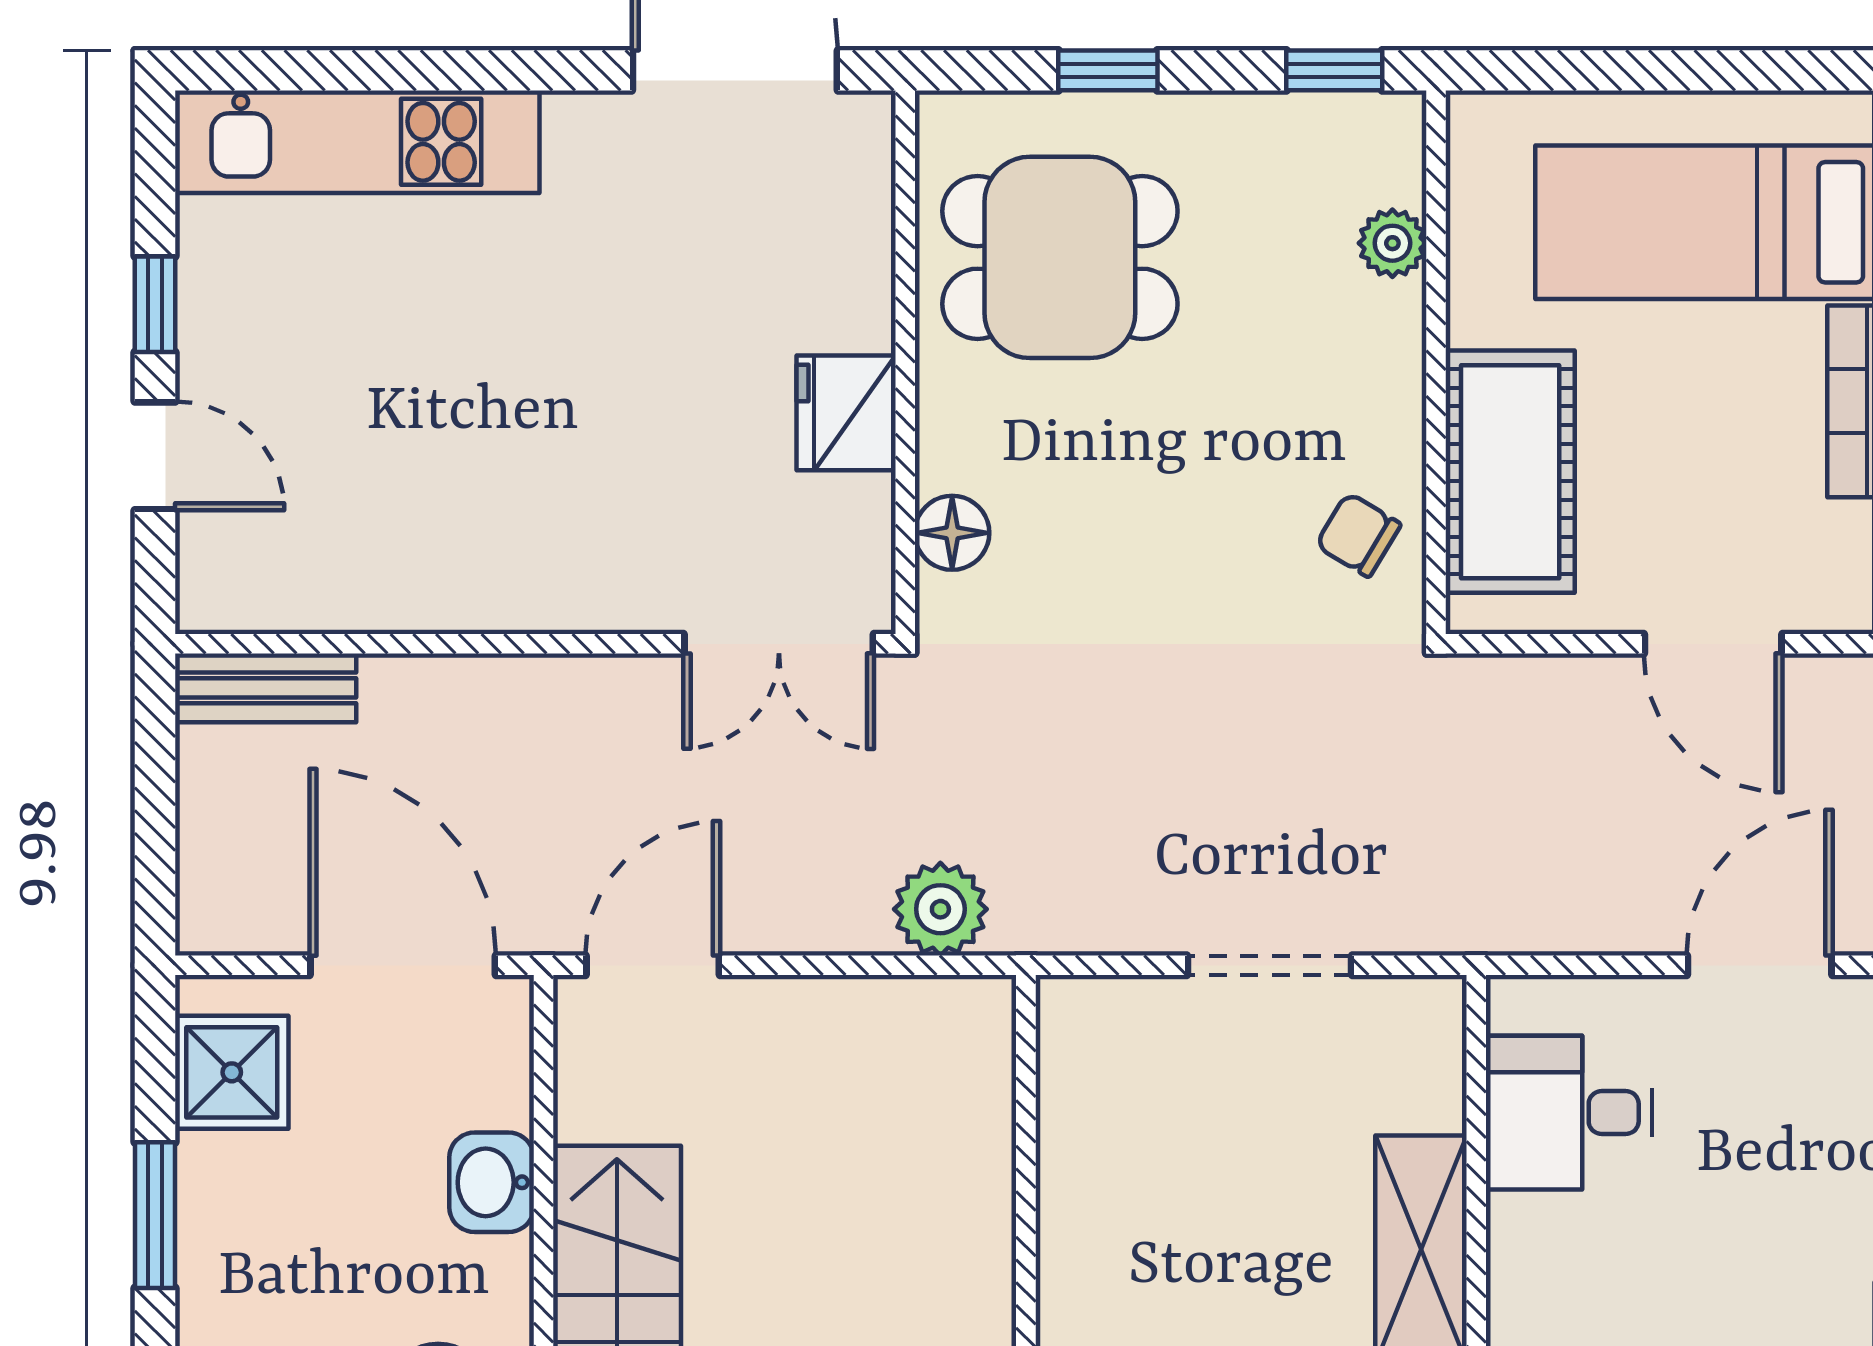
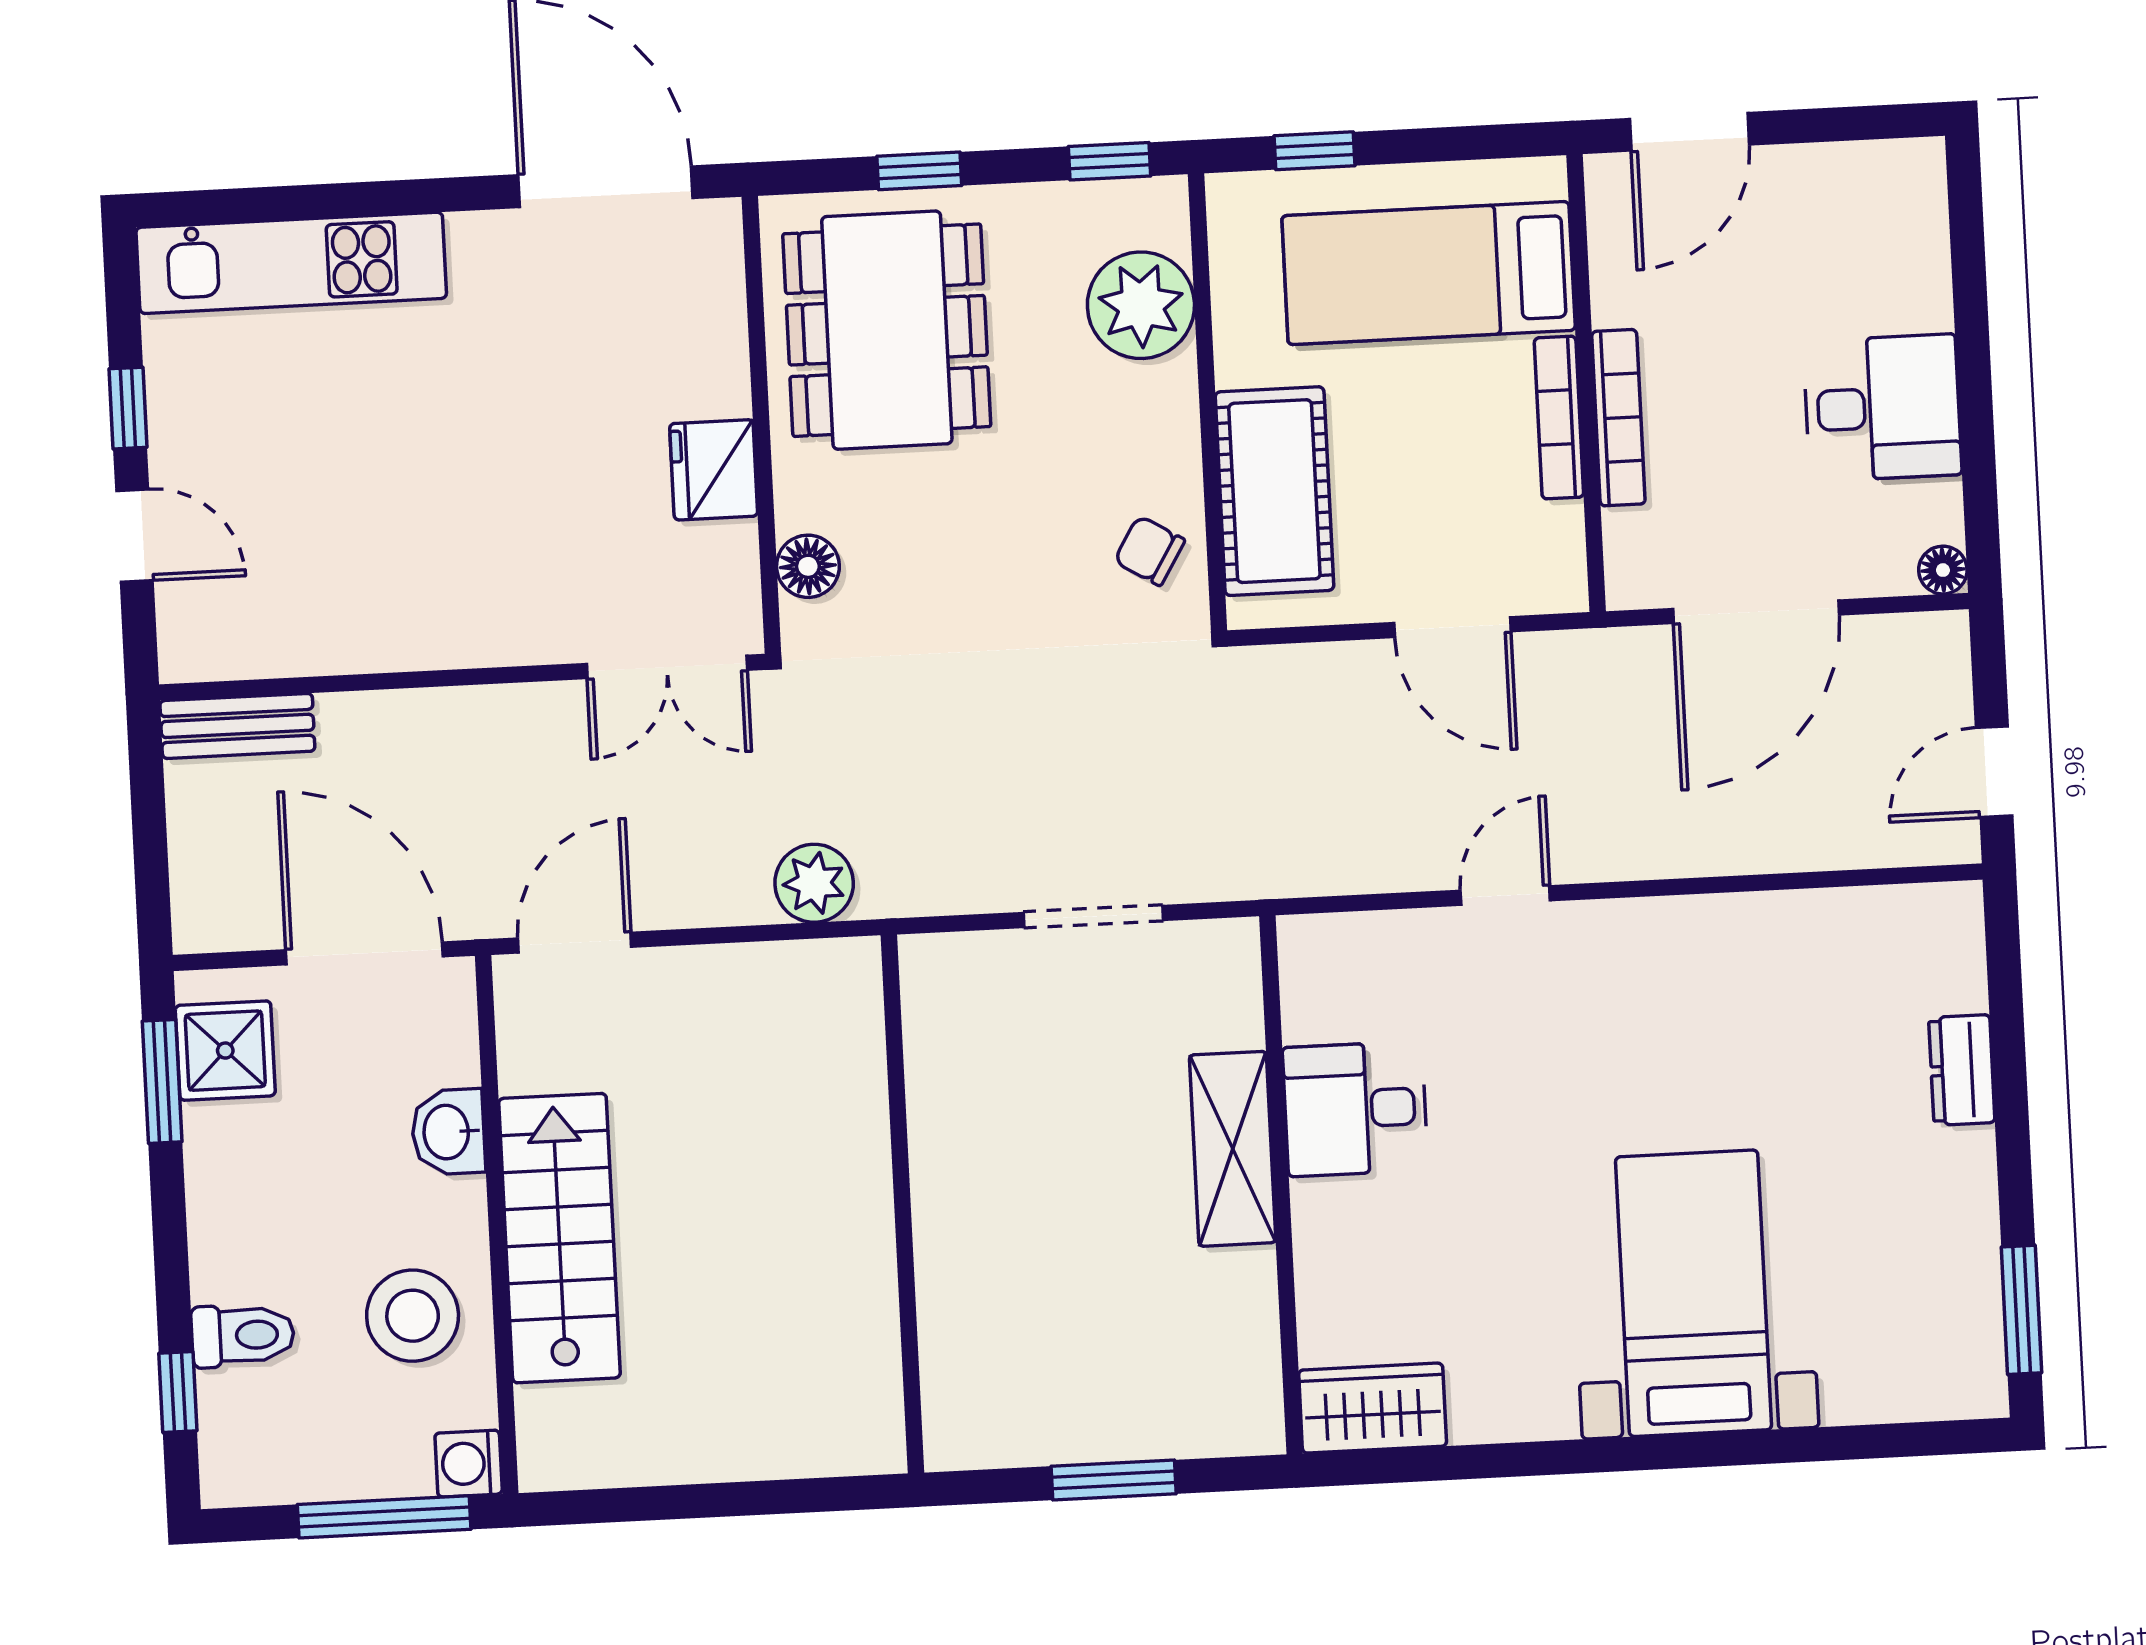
window: (1578, 70) -> (1315, 151), added
plant: (1392, 243) -> (1141, 305), width x1.88, depth x1.88
dining table: (1060, 257) -> (887, 330), width x1.38
door: (1760, 965) -> (1505, 896), width x0.73
desk: (1569, 1113) -> (1355, 1109), moved
window: (155, 1215) -> (162, 1081), moved

